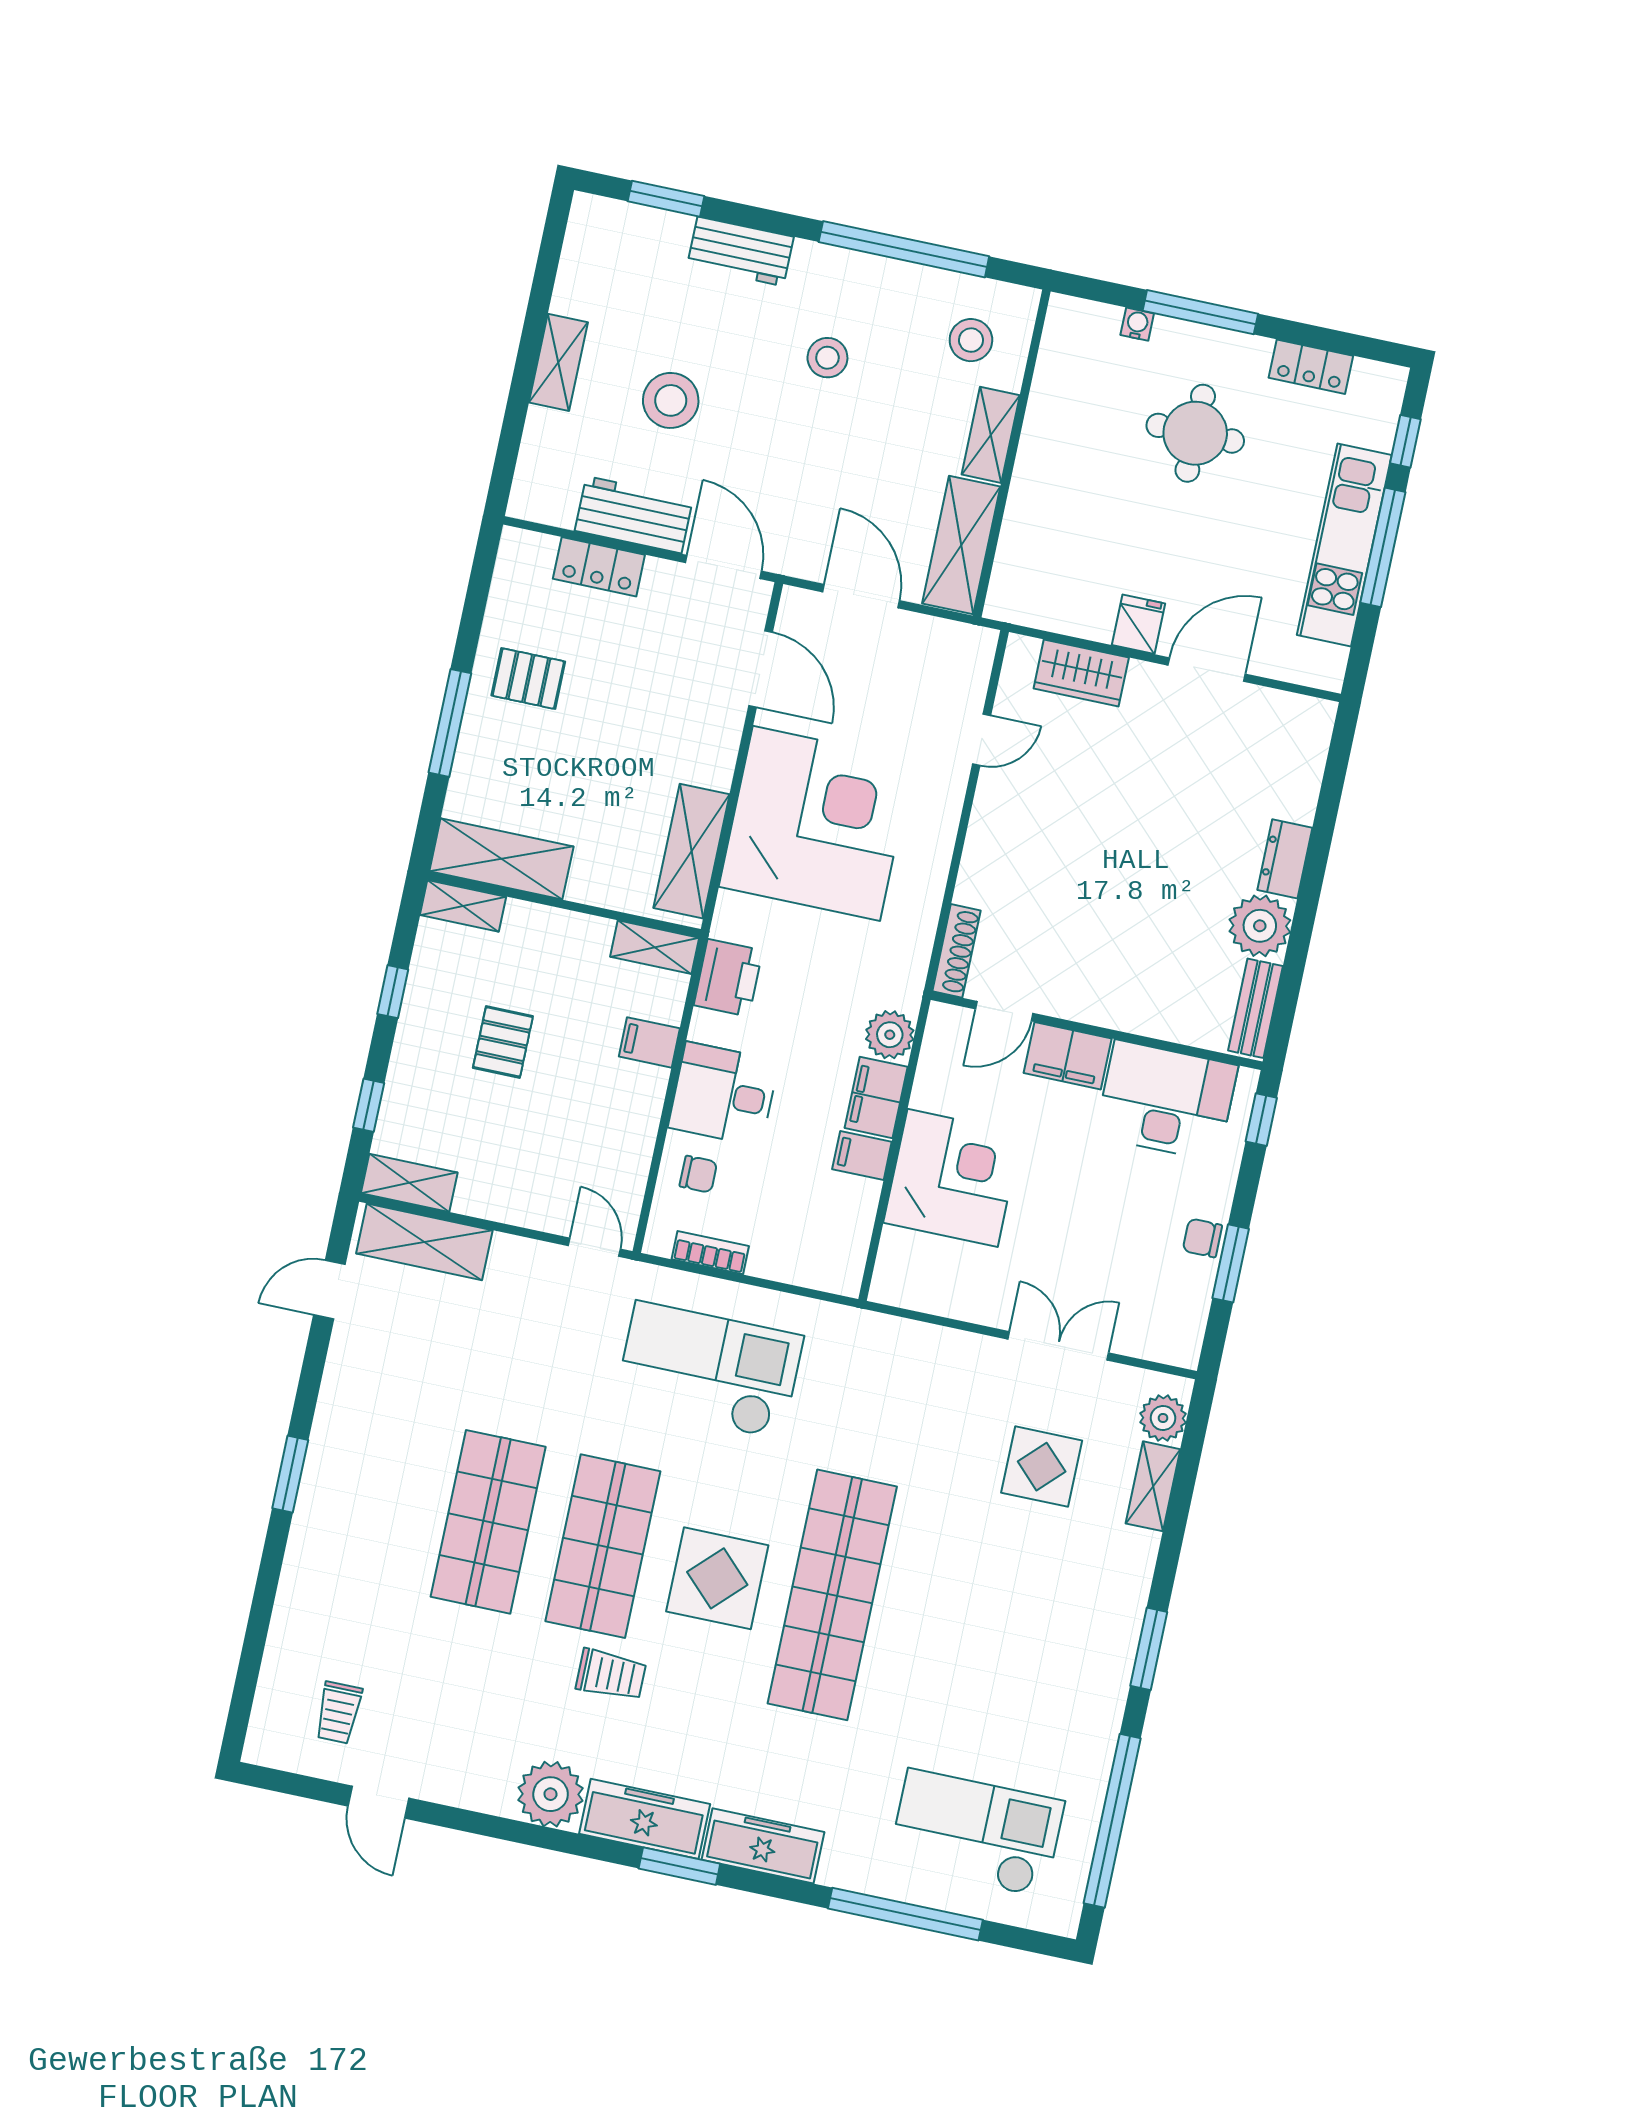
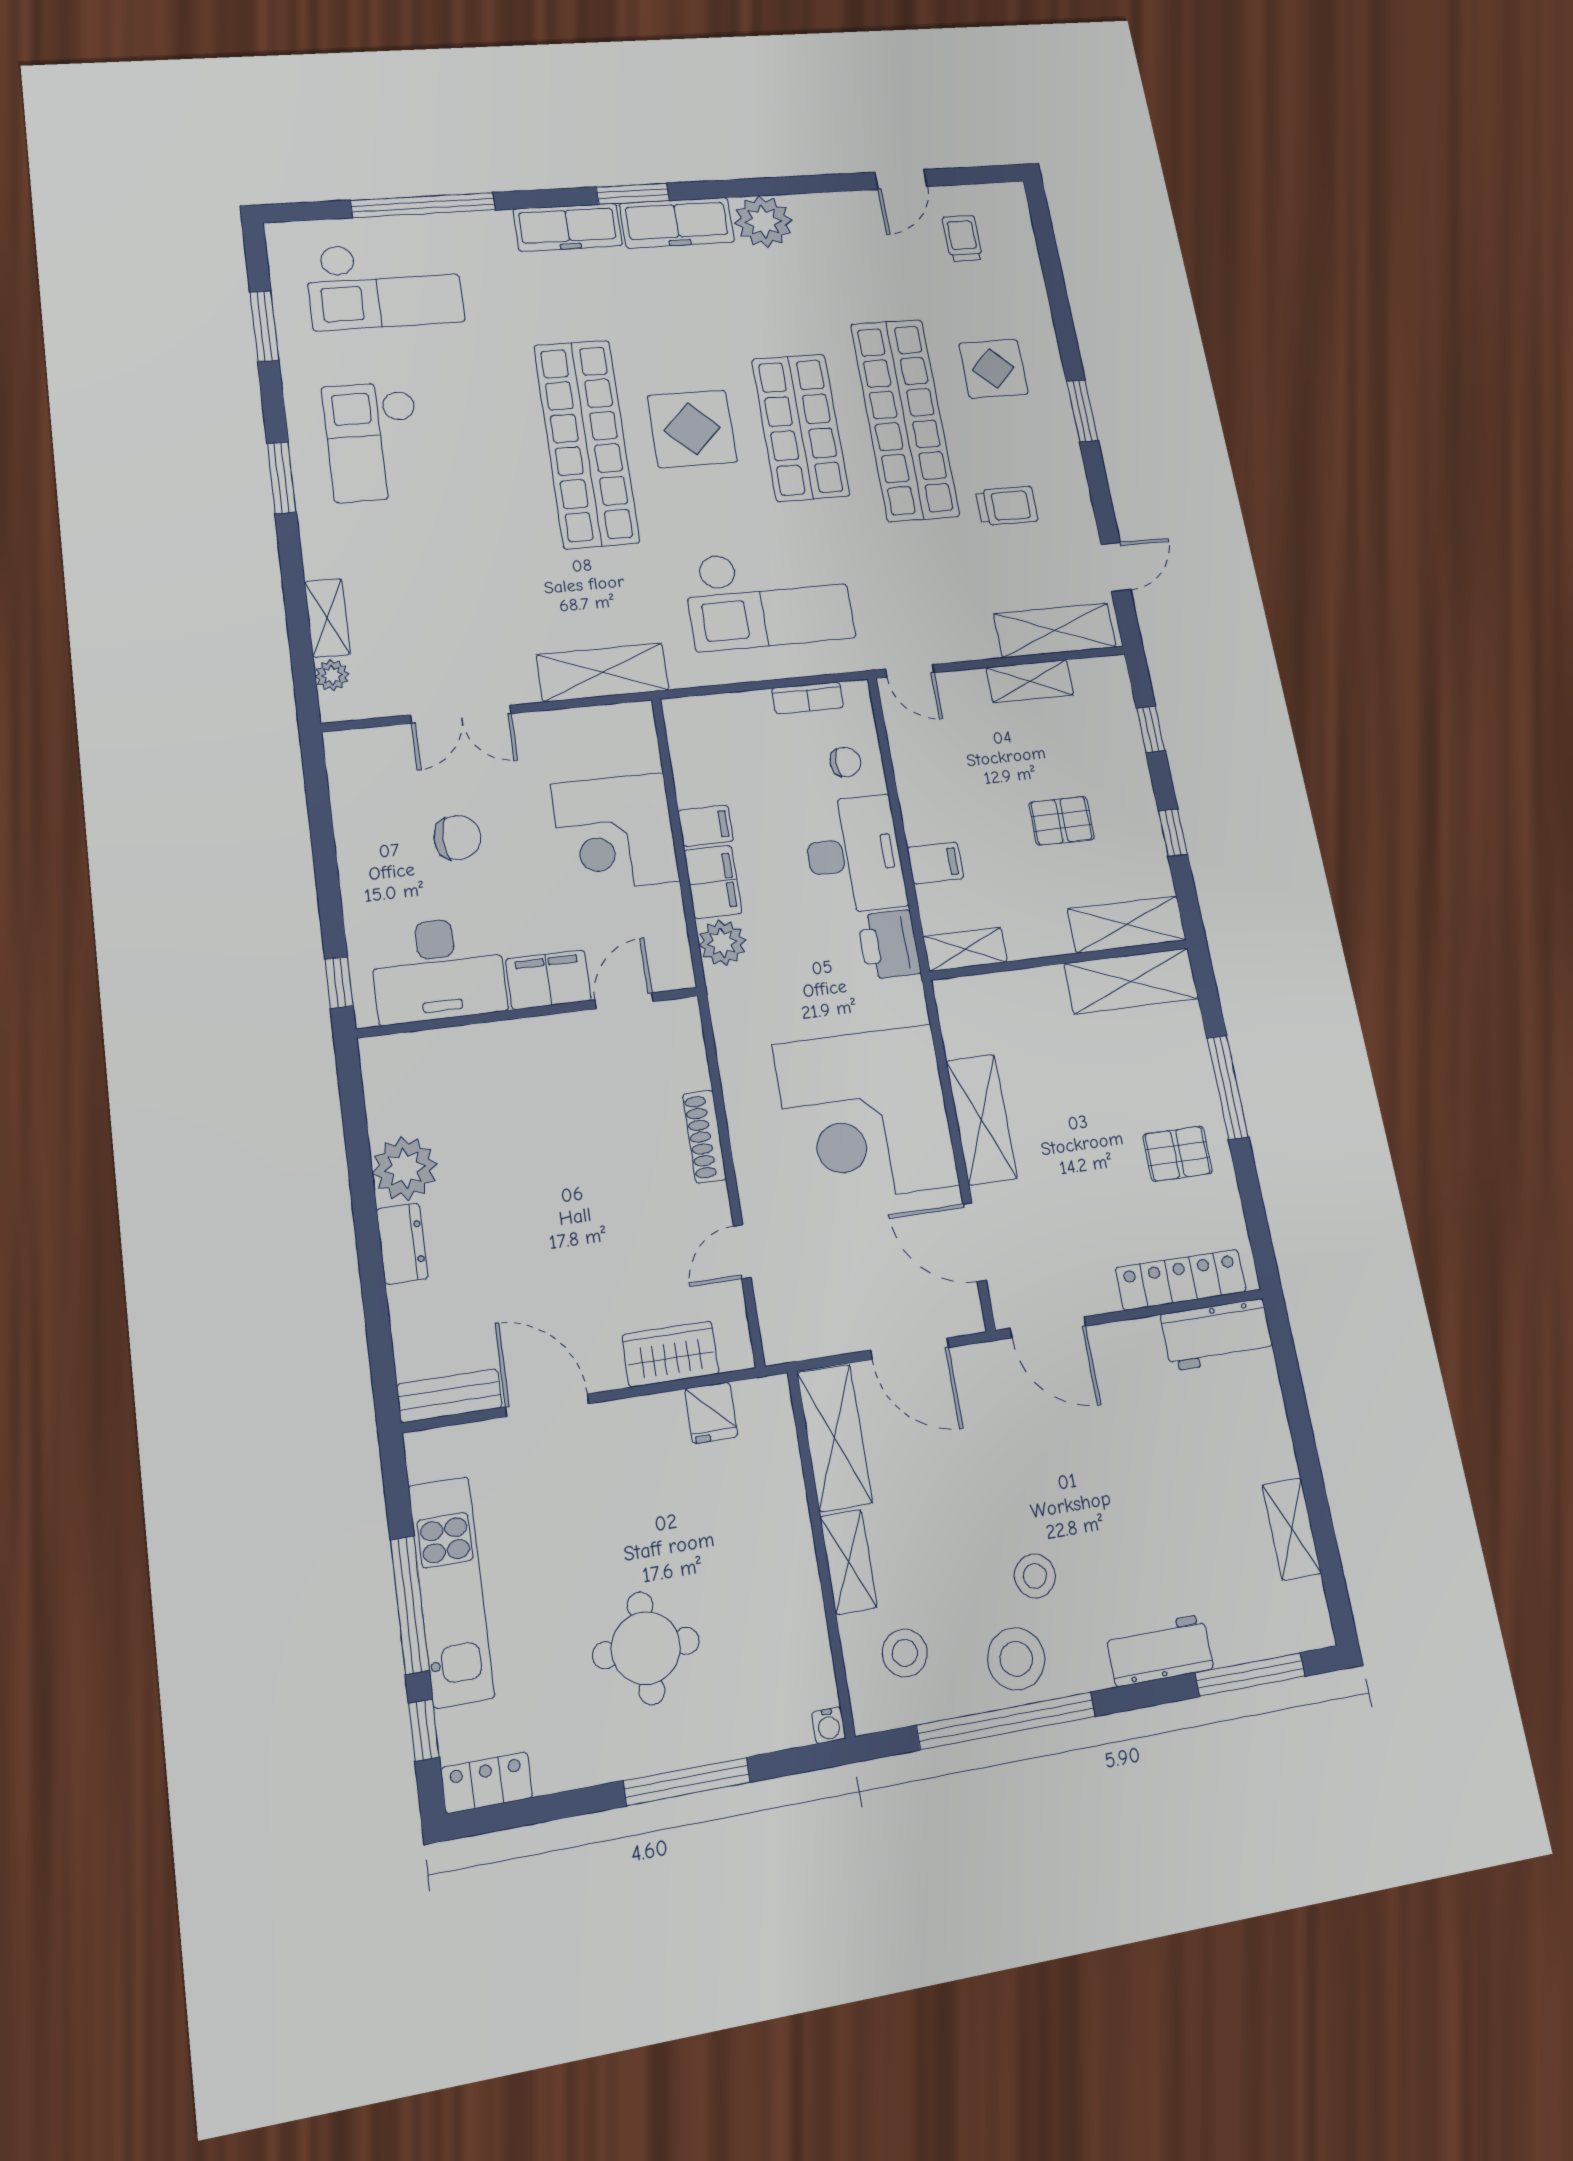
window: (666, 199) -> (1250, 1674), width x1.44
water cooler: (1137, 324) -> (829, 1725), moved
shelving: (558, 362) -> (1292, 1529), moved
locker: (1311, 367) -> (487, 1783), moved
stool: (671, 400) -> (1016, 1659), moved
workbench: (634, 515) -> (1217, 1335), moved
locker: (599, 567) -> (1181, 1280), width x1.53
fridge: (1138, 624) -> (711, 1413), moved
door: (1207, 670) -> (547, 1405), swing flipped
shelving: (692, 851) -> (981, 1120), moved
shelving: (463, 906) -> (1127, 924), width x1.50, depth x1.33
shoe rack: (957, 951) -> (704, 1137), moved
bench: (1256, 1008) -> (449, 1396), moved, turned 90
pallet: (503, 1042) -> (1062, 821), turned 90
desk: (724, 1094) -> (854, 854), width x1.37
chair: (698, 1174) -> (845, 762), turned 180
shelving: (409, 1183) -> (1030, 681), moved
chair: (1202, 1238) -> (457, 838), moved, width x1.37, depth x1.37
window: (1231, 1263) -> (323, 839), removed
shelving: (905, 1345) -> (603, 672), added
plant: (1163, 1418) -> (332, 675), width x0.73, depth x0.73
display table: (1042, 1467) -> (993, 369), moved
shop shelf: (488, 1522) -> (905, 419), width x1.40
checkout: (1046, 1661) -> (374, 441), added
trolley: (611, 1675) -> (1007, 506), moved, turned 180
door: (378, 1802) -> (901, 179), swing flipped
window: (1112, 1821) -> (264, 326), width x0.47

